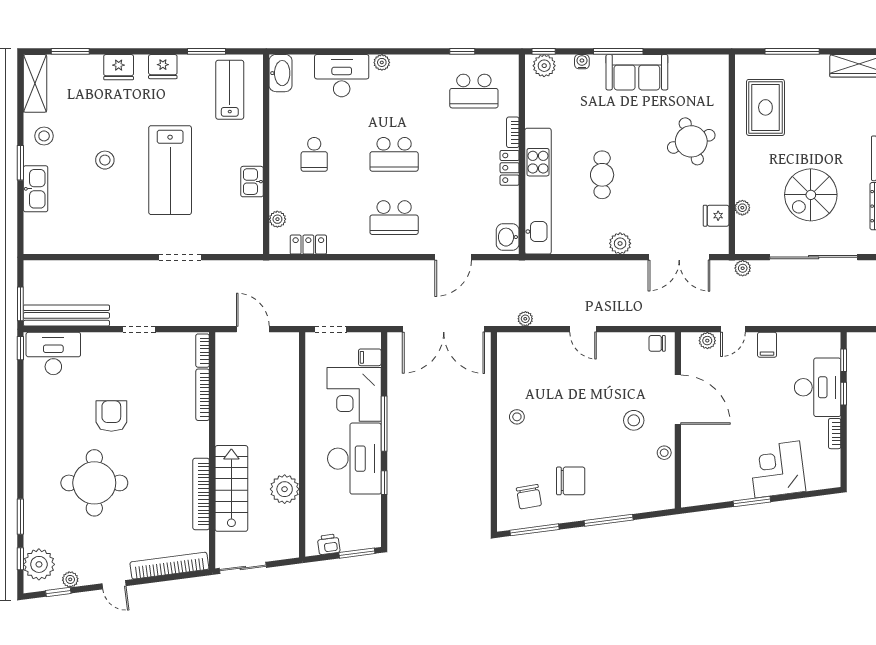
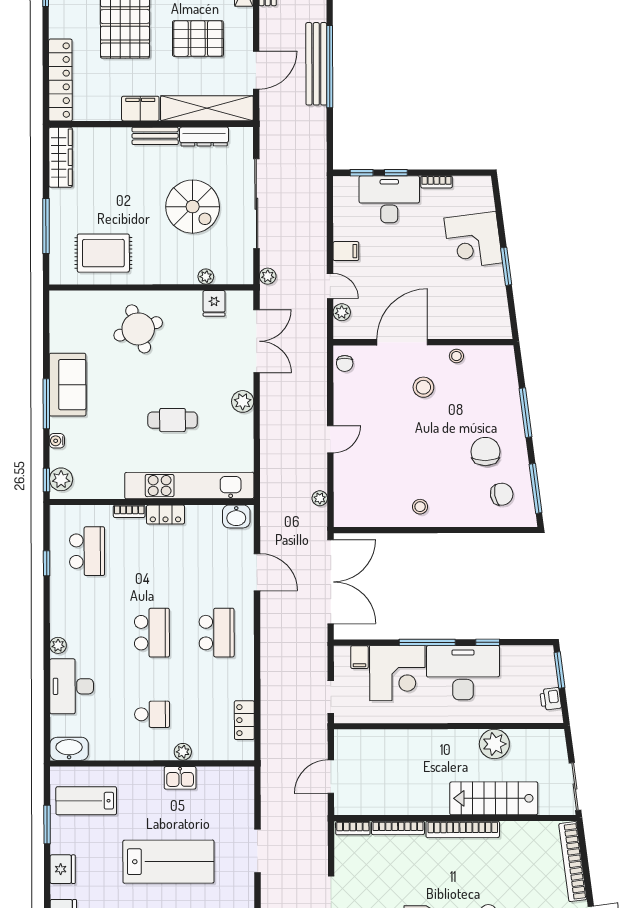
plant: (277, 219) -> (183, 752), moved
bookcase: (201, 494) -> (463, 829), moved

